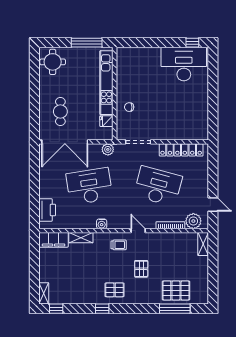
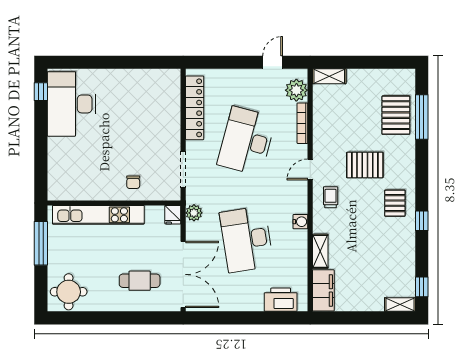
fridge: (106, 121) -> (173, 215), moved
pallet: (141, 269) -> (365, 165), width x1.50, depth x1.42

